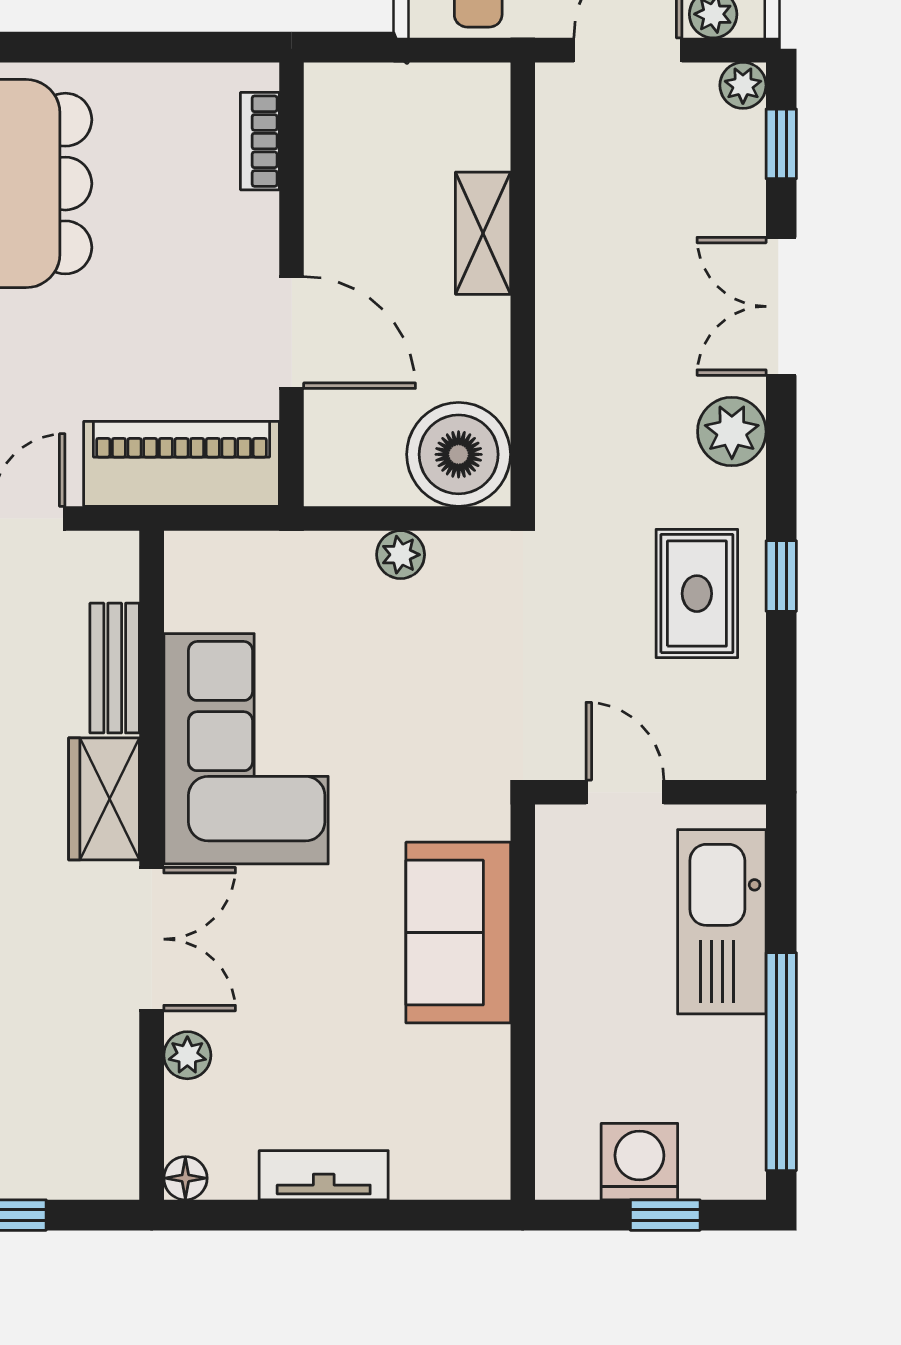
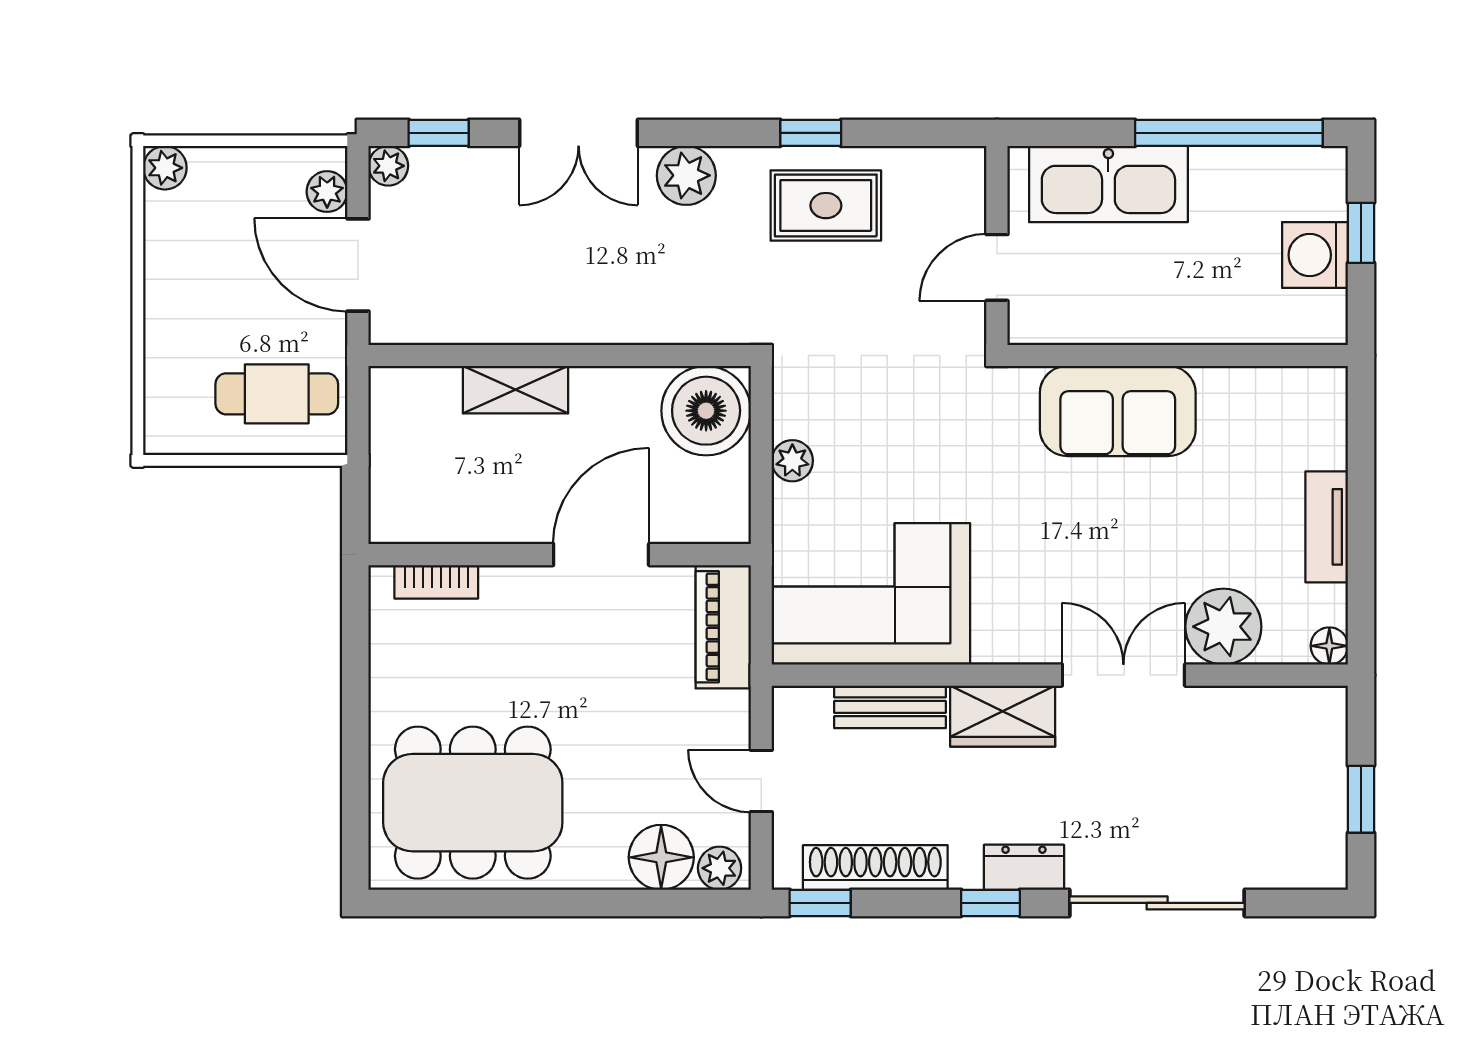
piano: (182, 464) -> (723, 627), width x0.73, depth x0.75
corner sofa: (246, 749) -> (871, 594), moved
plant: (187, 1055) -> (1223, 627), width x1.87, depth x1.87

